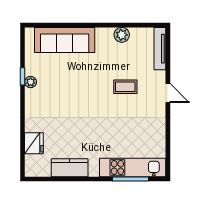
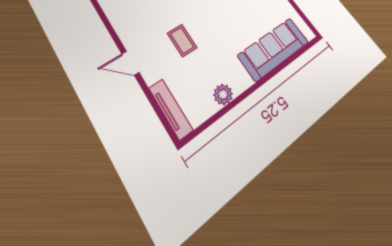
coffee table: (125, 87) -> (182, 40), turned 90

